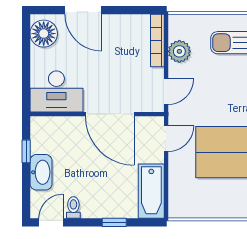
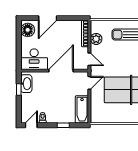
door: (83, 10) -> (48, 18), hinge flipped
door: (166, 92) -> (89, 59), hinge flipped
door: (110, 114) -> (61, 71), swing flipped
washbasin: (41, 172) -> (26, 84), moved

